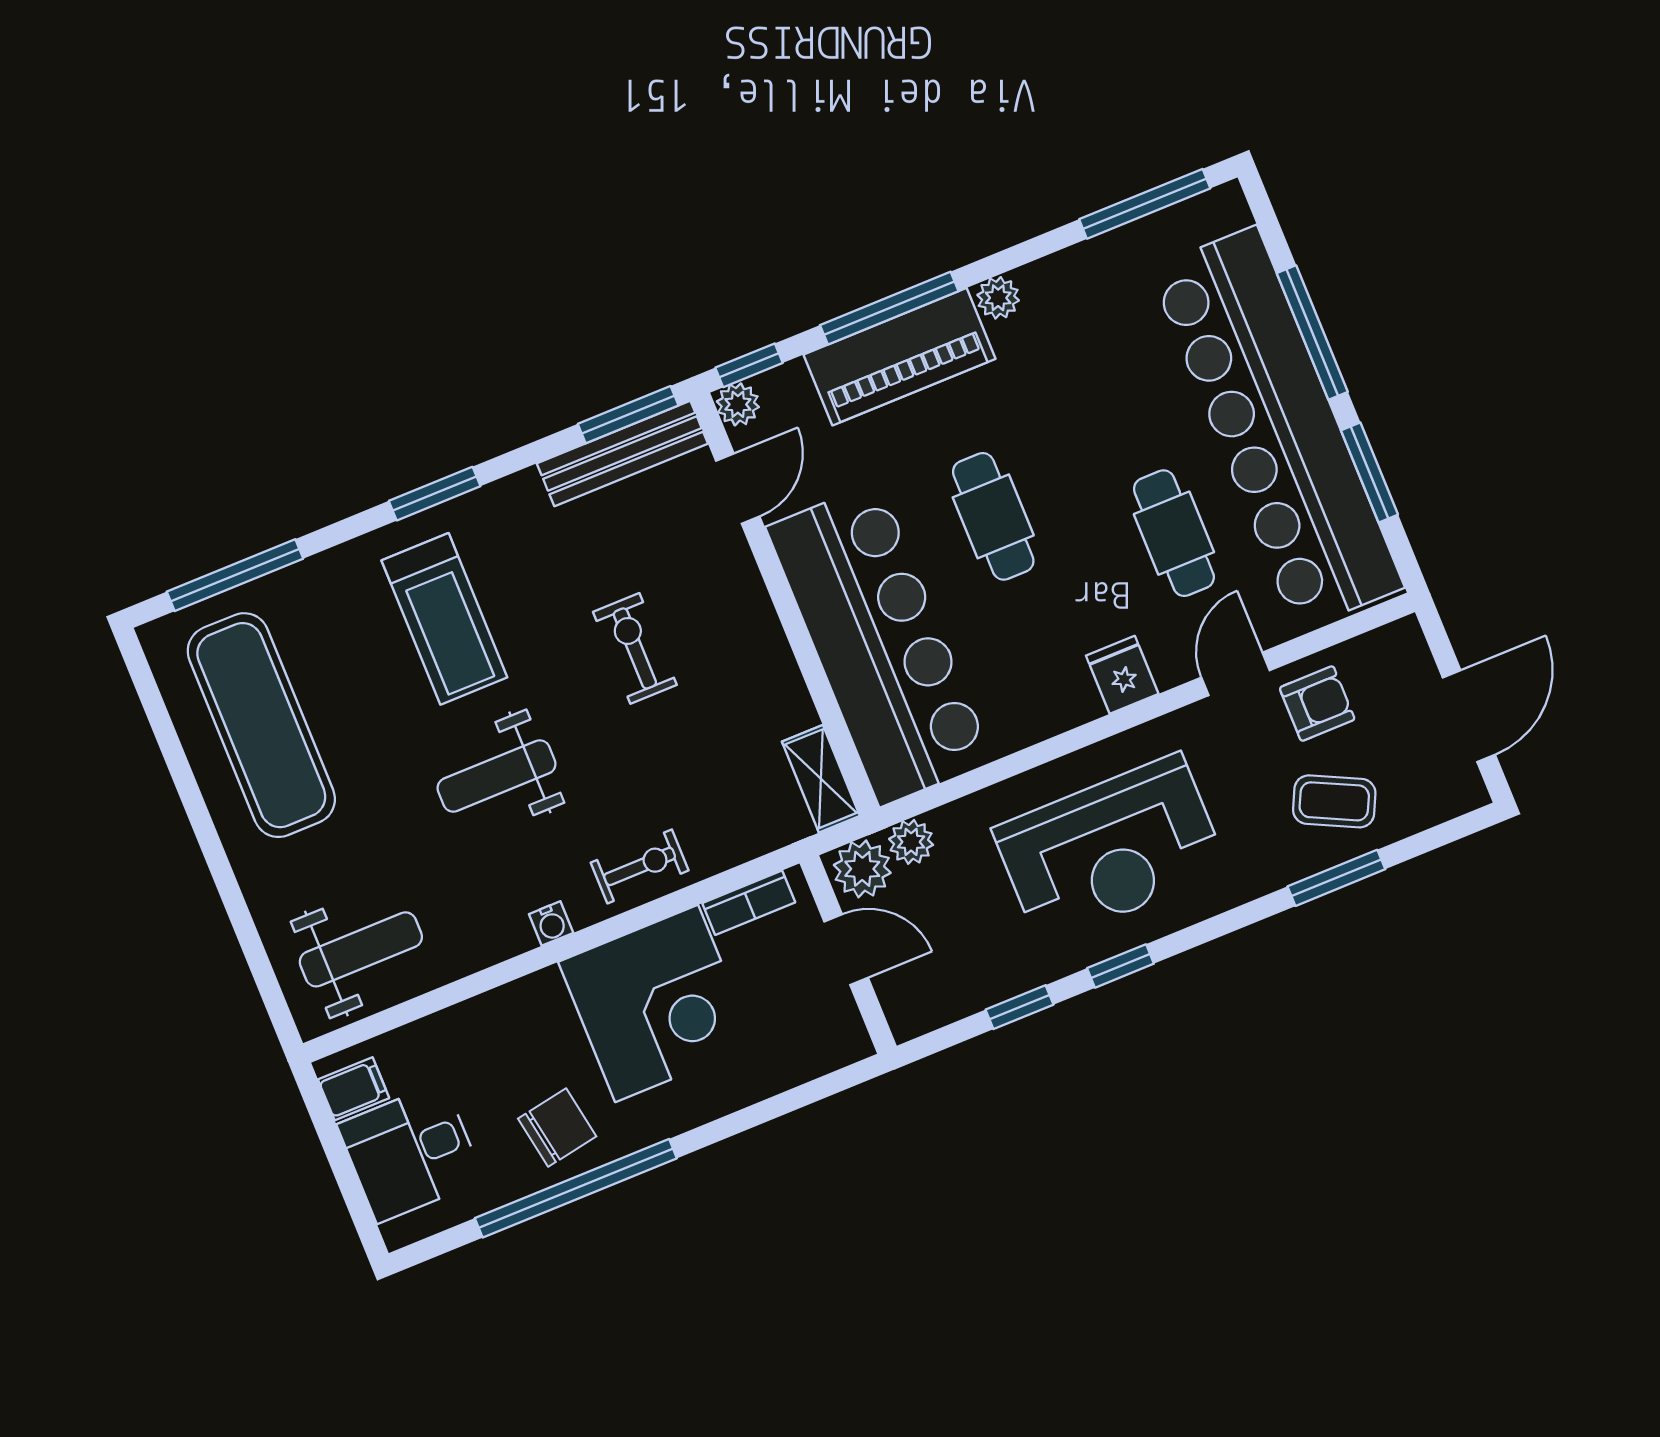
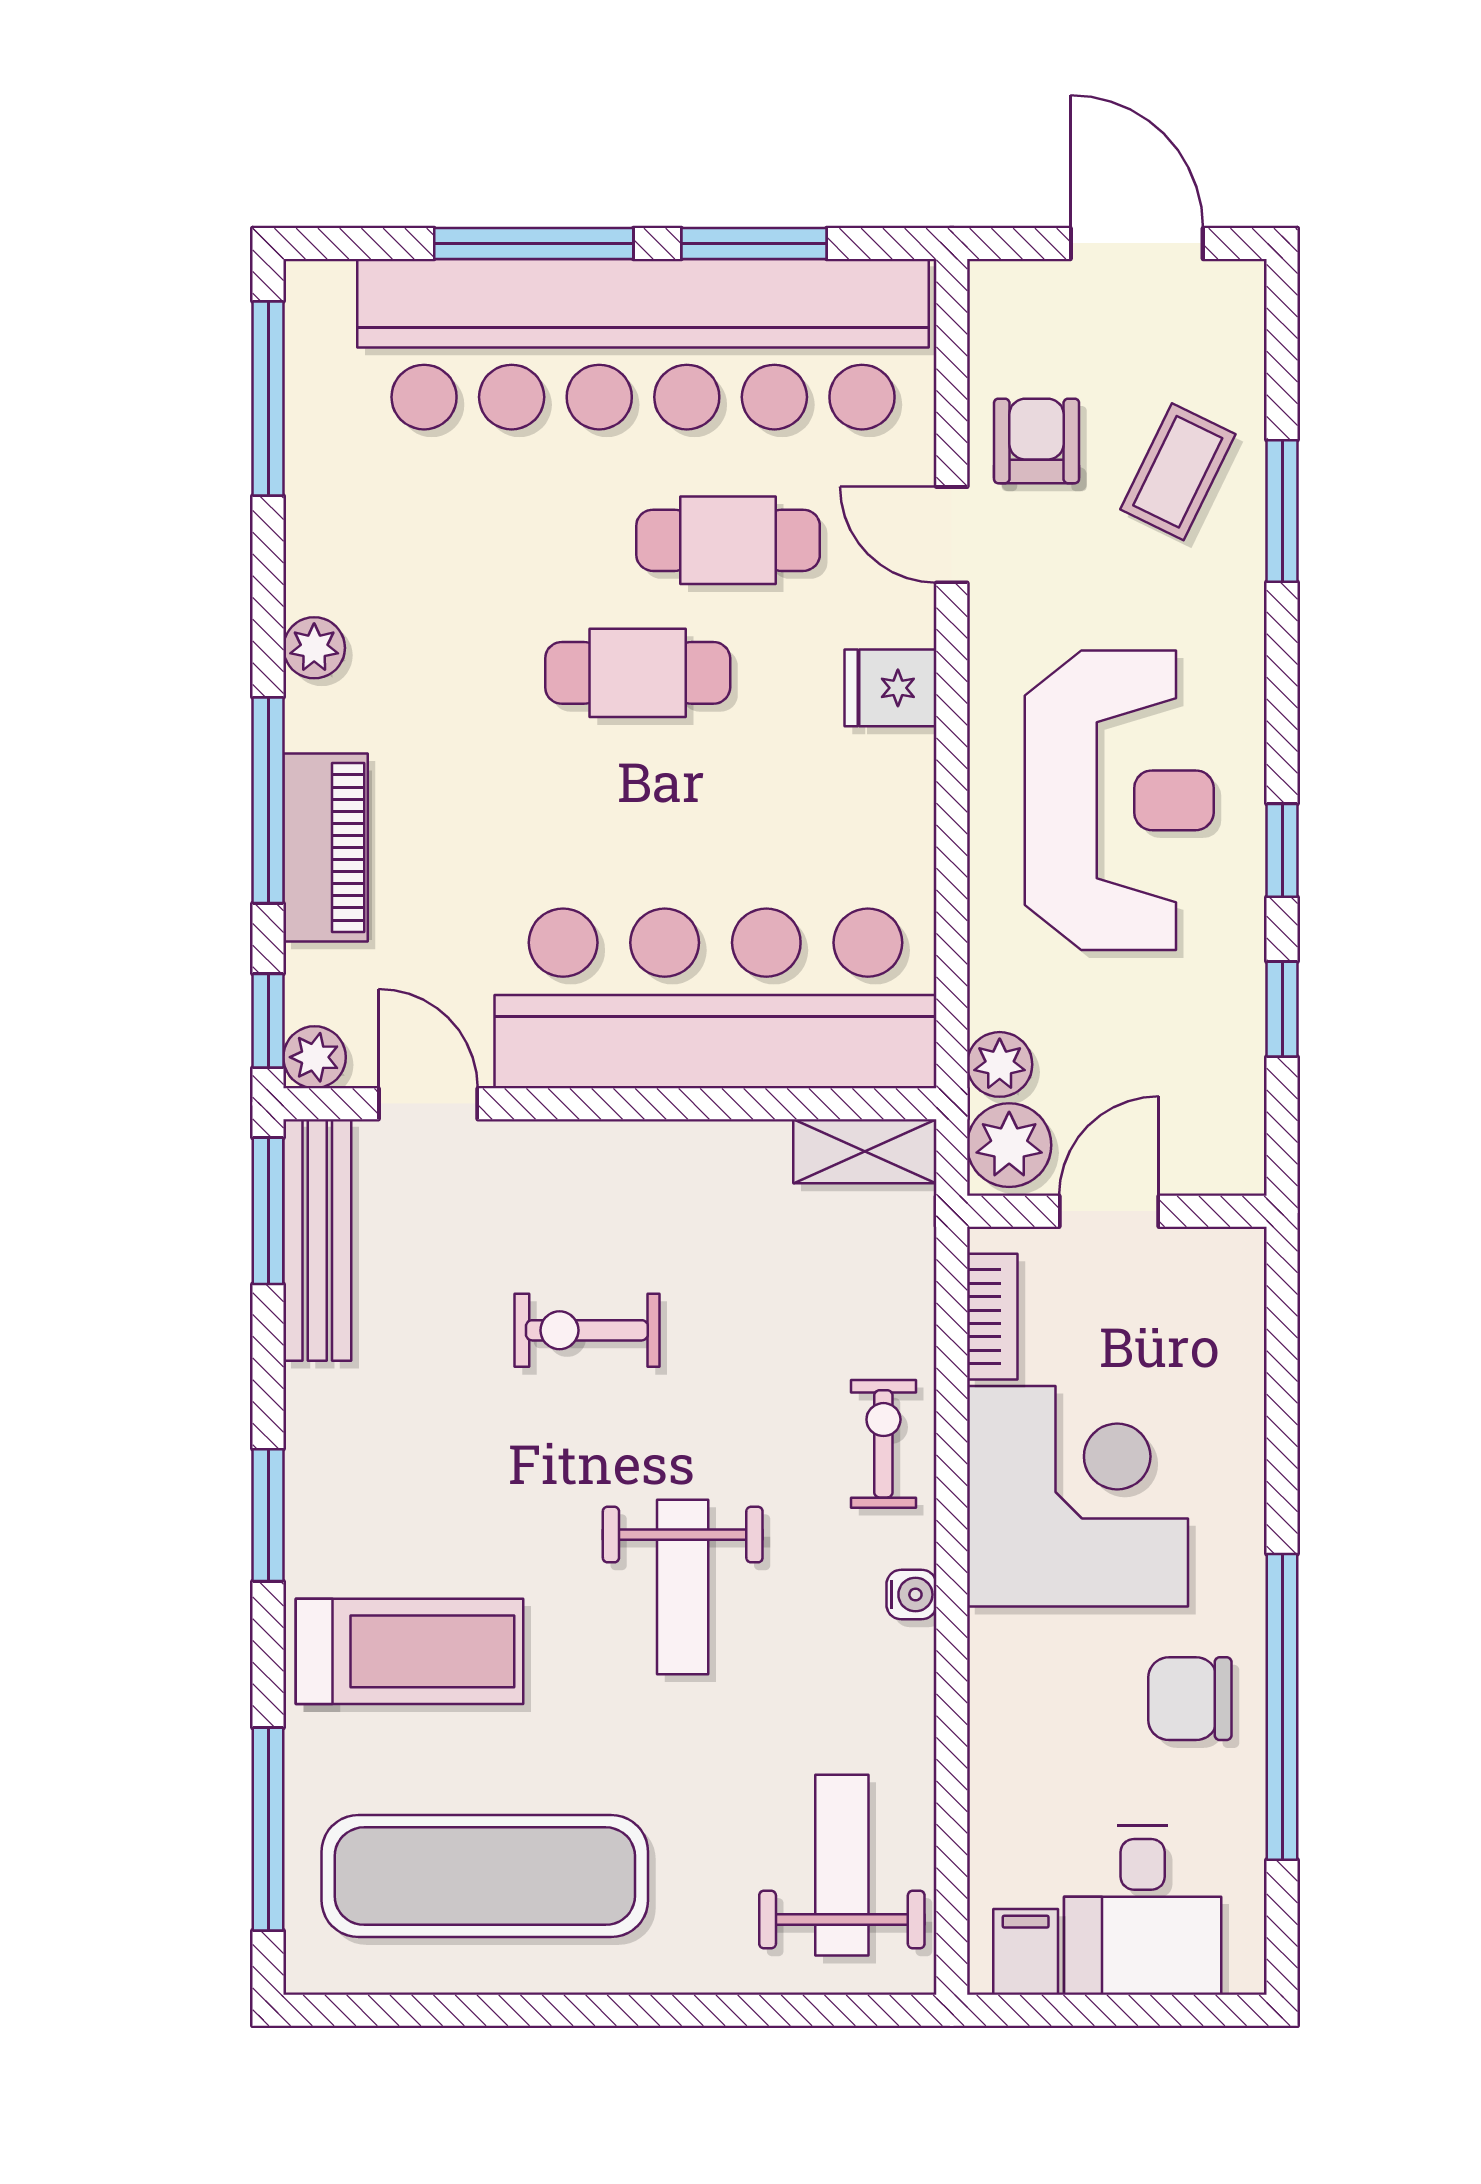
piano: (900, 357) -> (325, 848), width x0.73, depth x0.75
cafe table: (993, 516) -> (638, 673), moved
treadmill: (444, 619) -> (410, 1651), moved
chair: (557, 1128) -> (1190, 1699), turned -80

